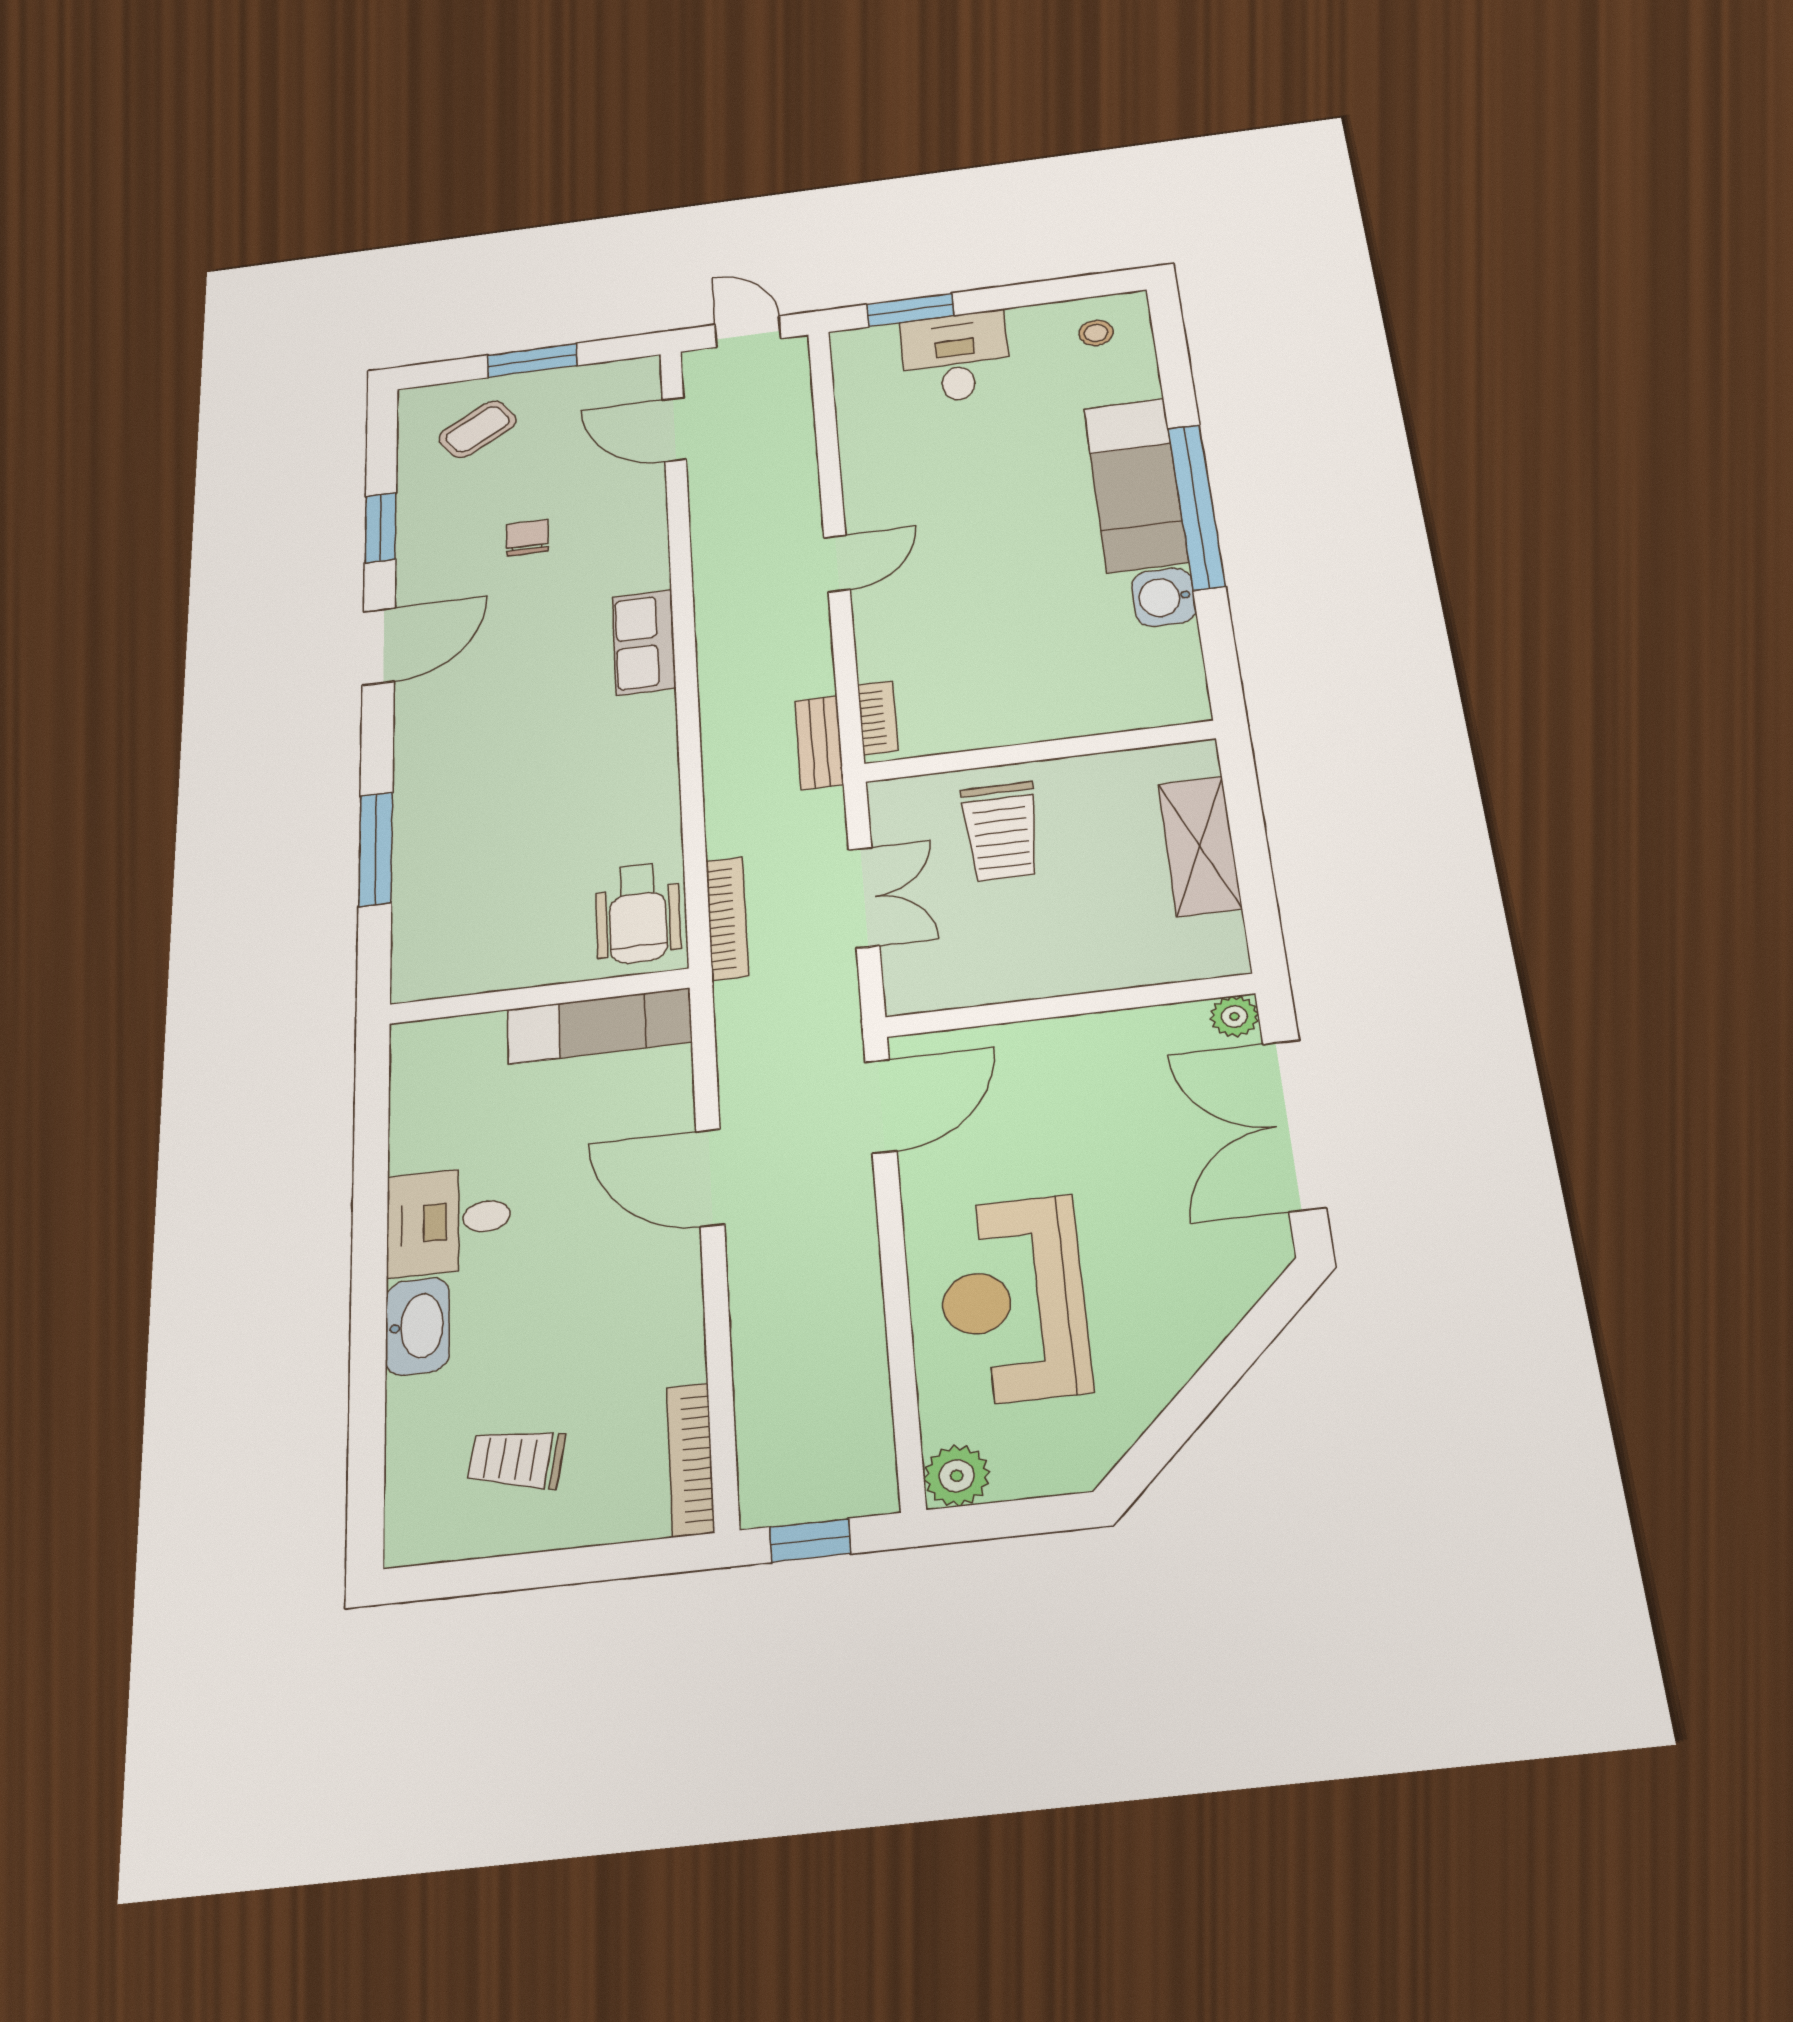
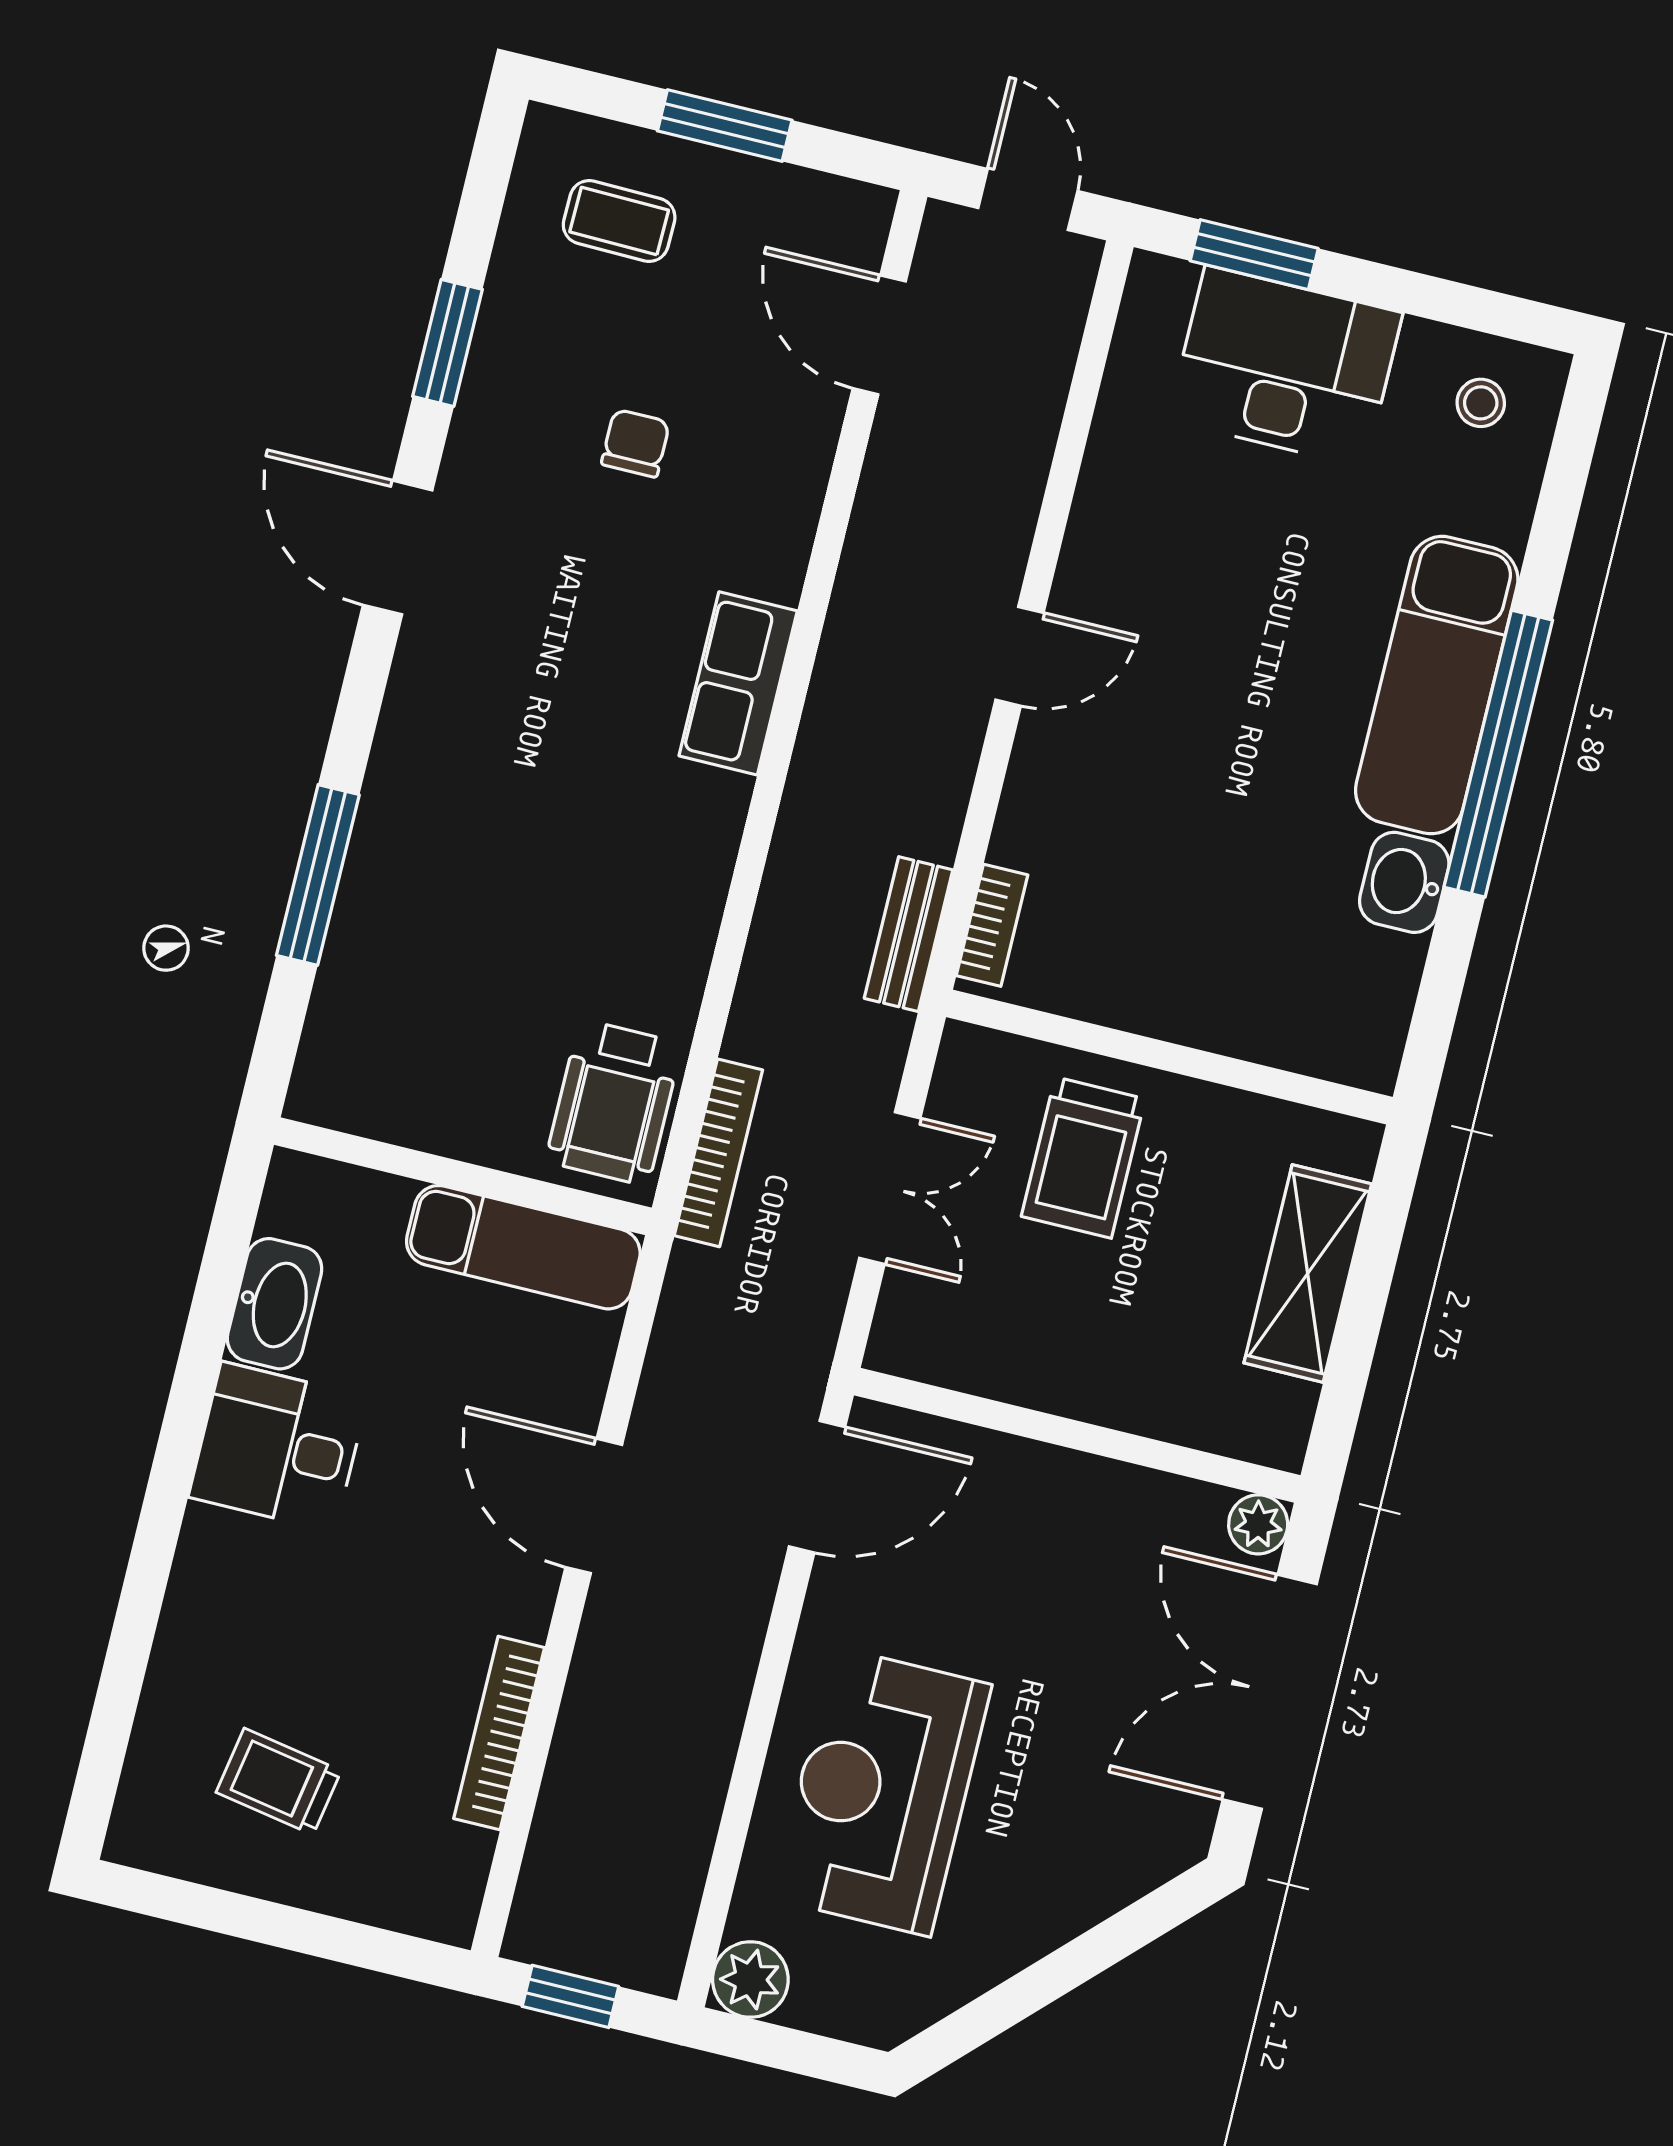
desk: (956, 357) -> (1285, 366), width x1.37
coffee table: (478, 429) -> (619, 221), turned 35
door: (379, 646) -> (398, 548), swing flipped
washbasin: (417, 1326) -> (275, 1304), moved
bookcase: (691, 1460) -> (499, 1733), moved

